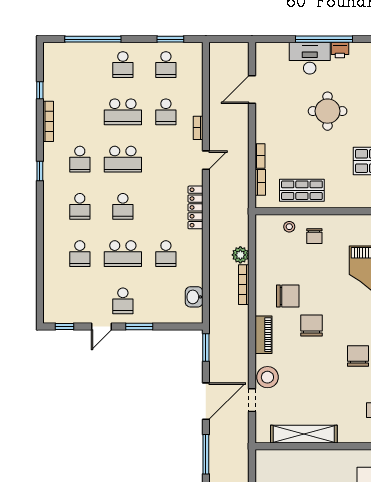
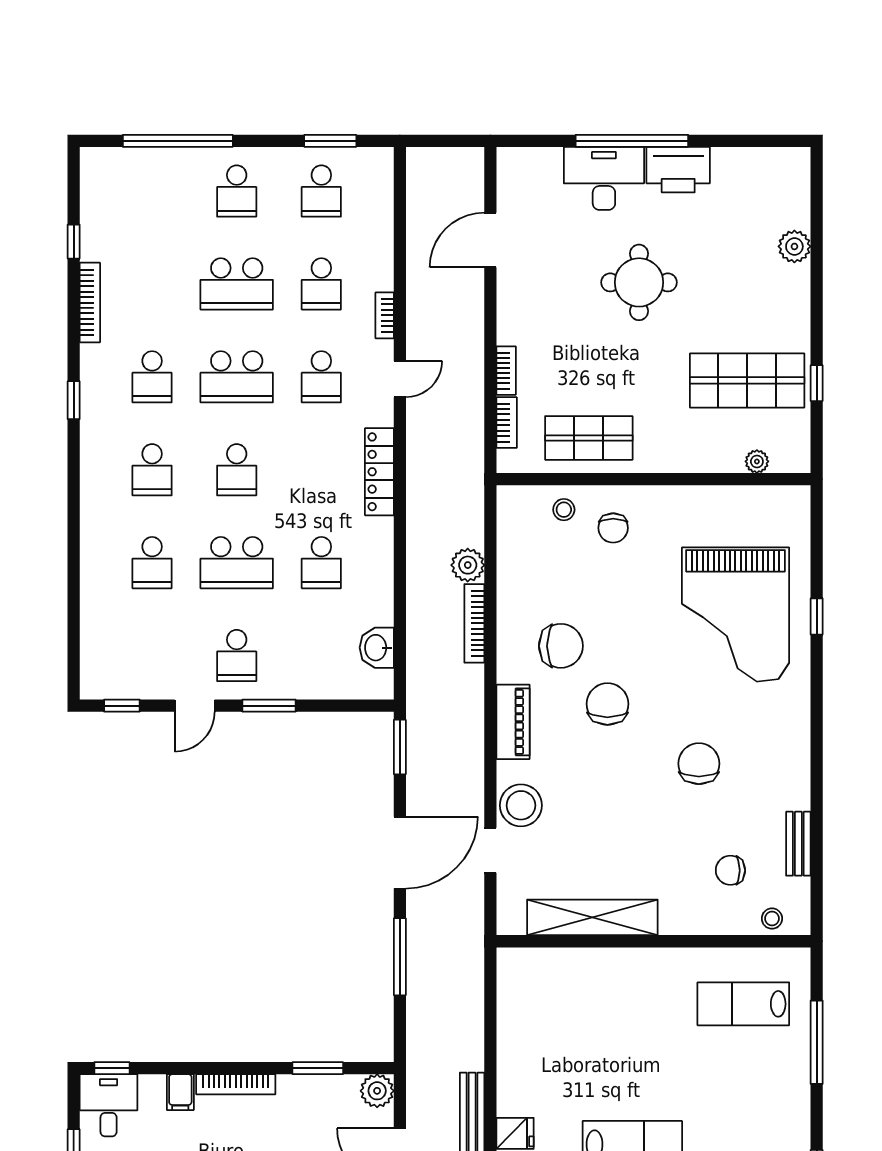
printer: (340, 50) -> (678, 170), width x1.87, depth x1.48
school desk: (166, 159) -> (321, 377), added

